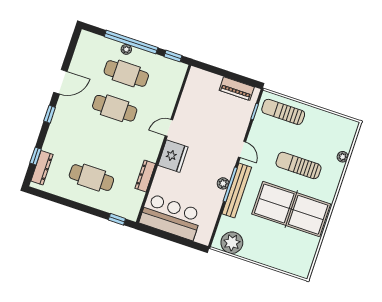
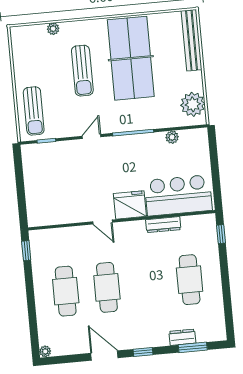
window: (131, 42) -> (31, 301), removed
plant: (126, 49) -> (45, 351), moved
piano: (237, 89) -> (31, 170), removed
window: (36, 156) -> (193, 347), width x1.50
dresser: (42, 168) -> (182, 337), moved, width x0.70
plant: (223, 183) -> (172, 137), moved
bench: (237, 190) -> (192, 40), moved, turned 90
bar counter: (171, 217) -> (178, 195), moved, turned 90

